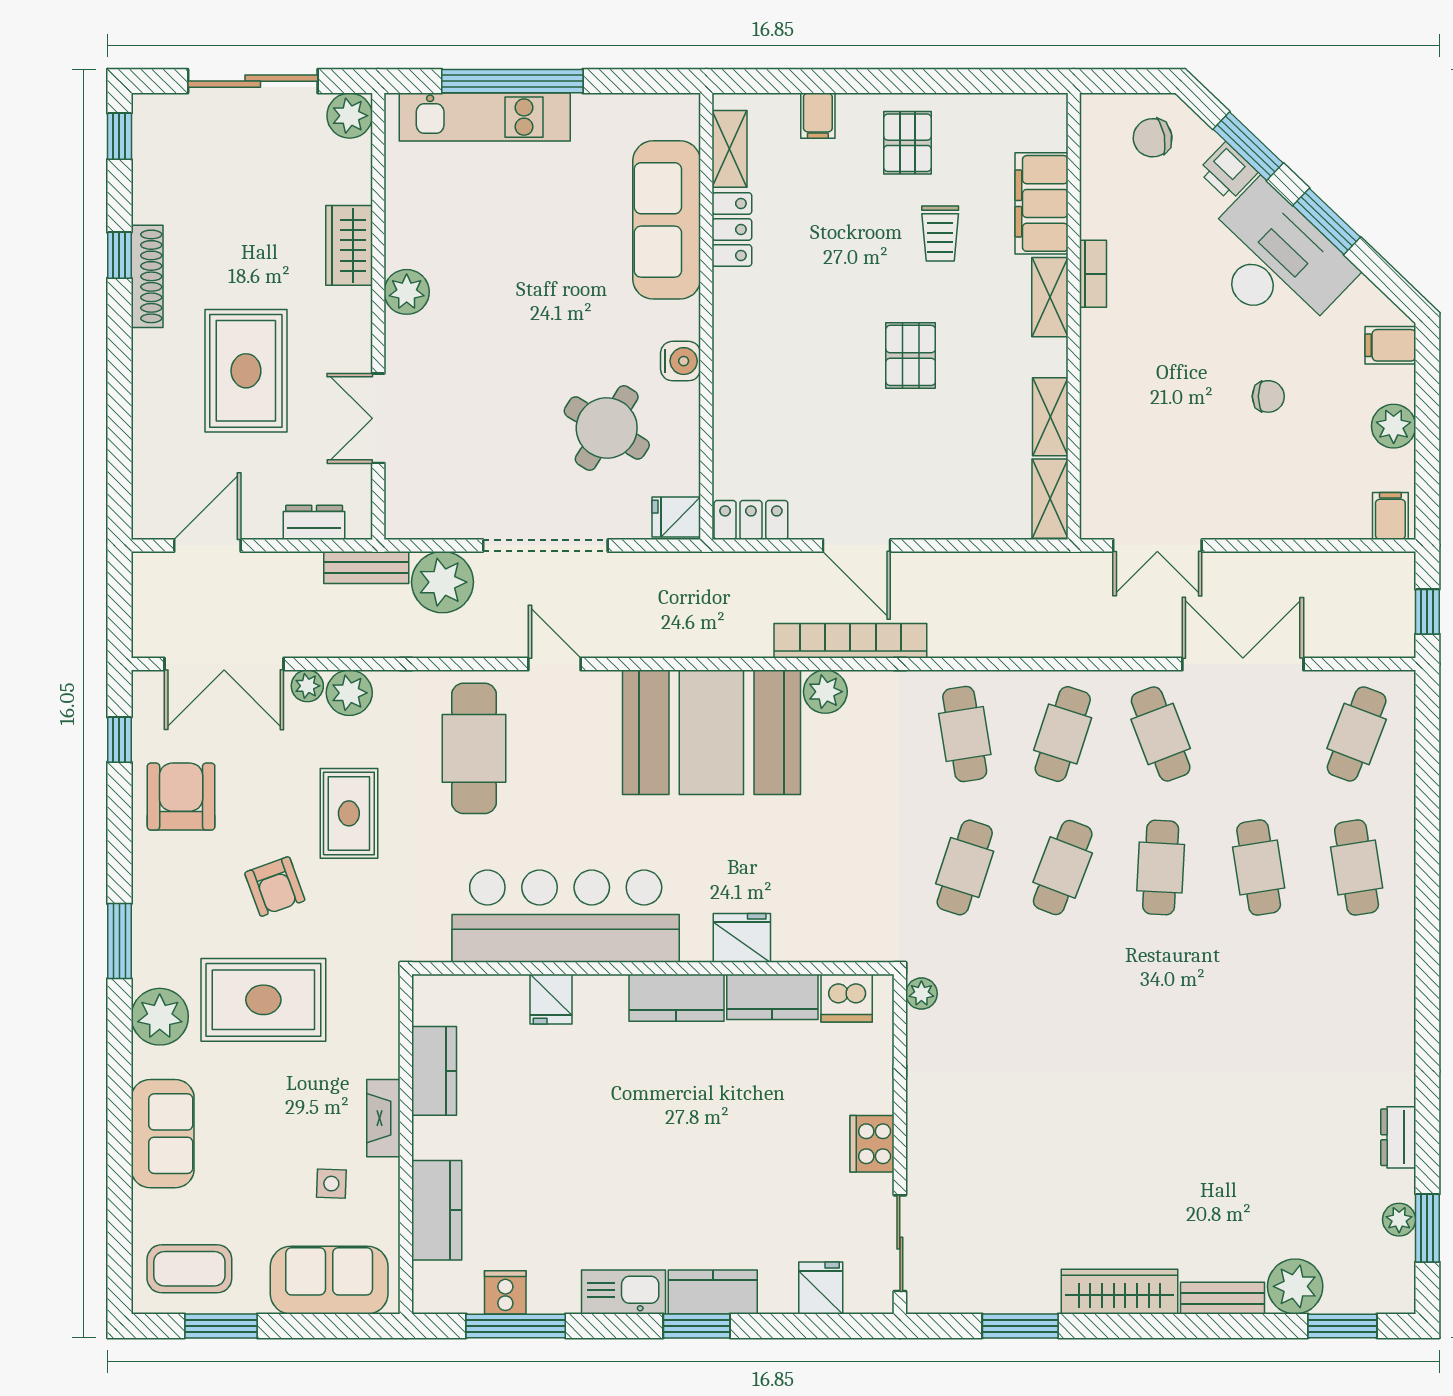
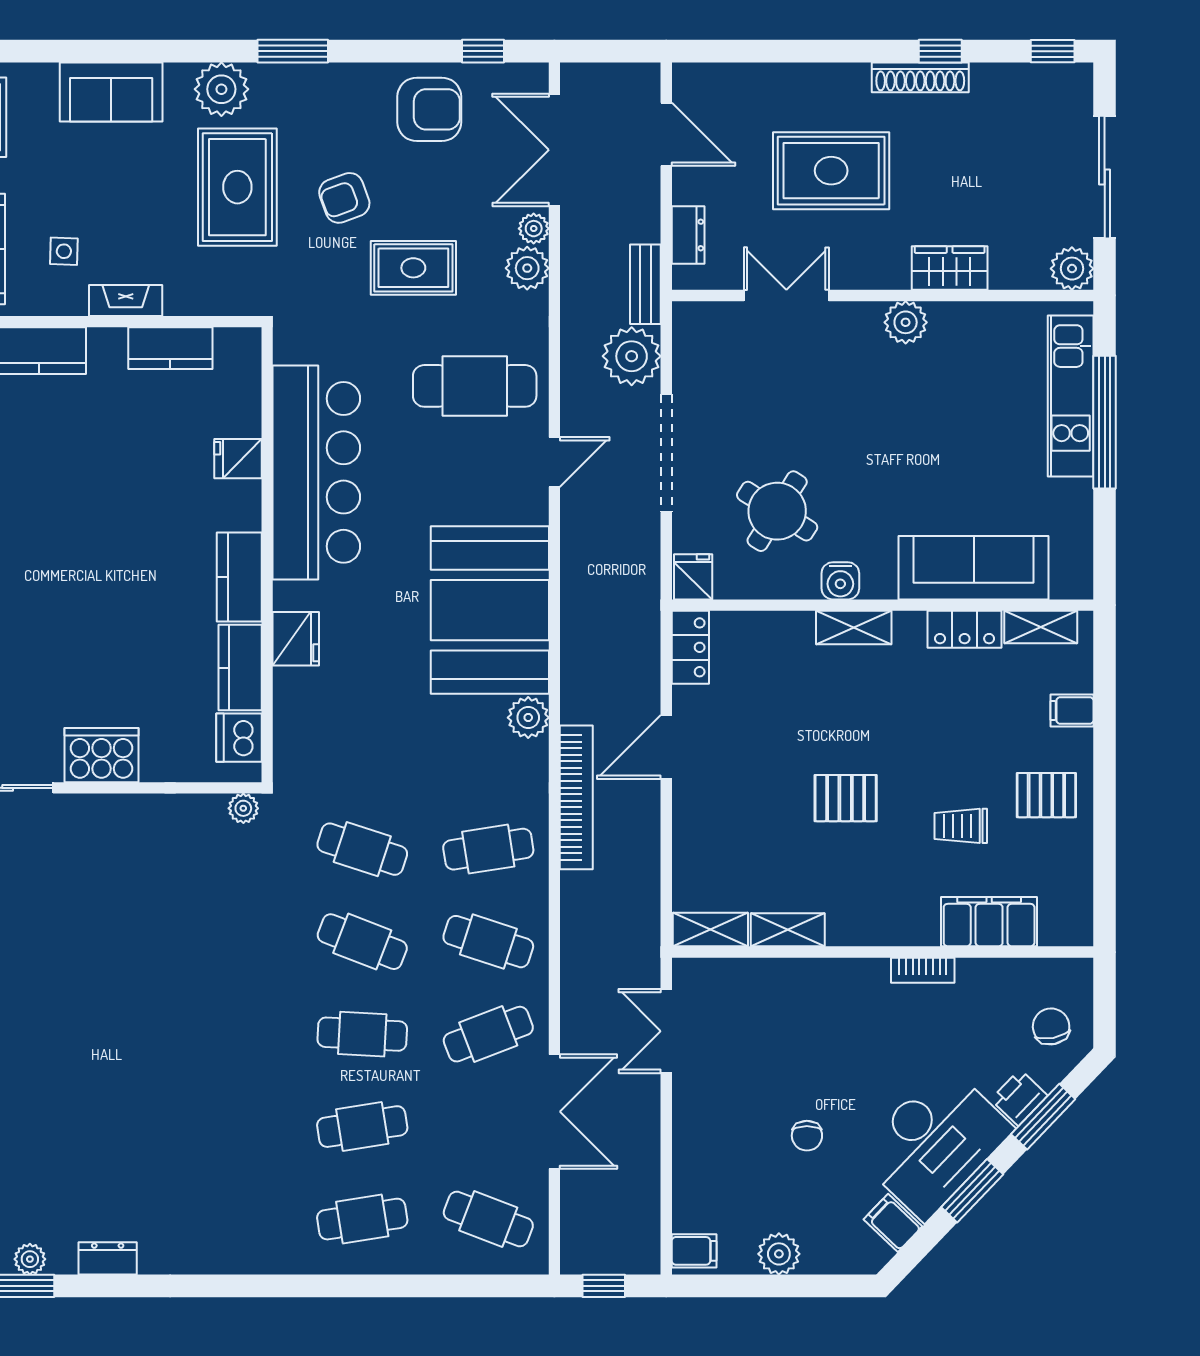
shelving: (1050, 297) -> (854, 628), moved
filing cabinet: (1390, 345) -> (893, 1223), moved, turned -46
bookcase: (850, 641) -> (576, 797), moved
cooker: (872, 1144) -> (101, 755), width x1.37, depth x1.31

